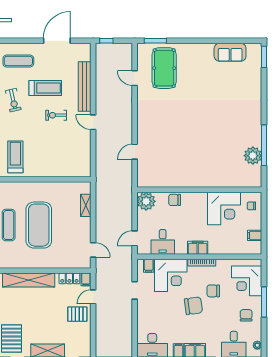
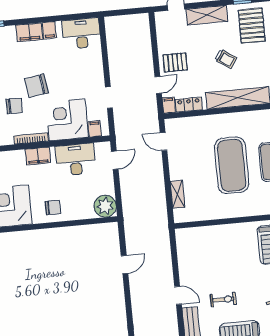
chair: (175, 200) -> (53, 207), moved
desk: (163, 242) -> (75, 160), width x1.37
trolley: (35, 313) -> (226, 59), added

